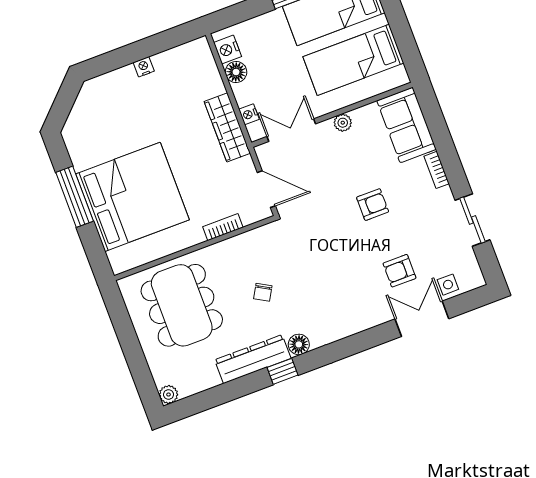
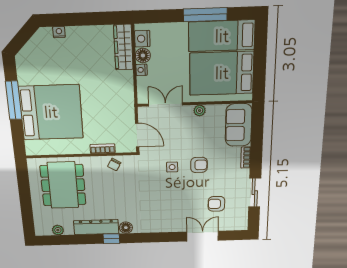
bed: (353, 60) -> (222, 73), width x1.50
nightstand: (144, 67) -> (59, 32), moved
nightstand: (249, 114) -> (142, 70), moved
wardrobe: (227, 127) -> (123, 47), moved
armchair: (399, 271) -> (216, 204), moved
side table: (448, 285) -> (172, 167), moved
chair: (263, 292) -> (114, 164), moved
plant: (169, 395) -> (58, 230), moved

